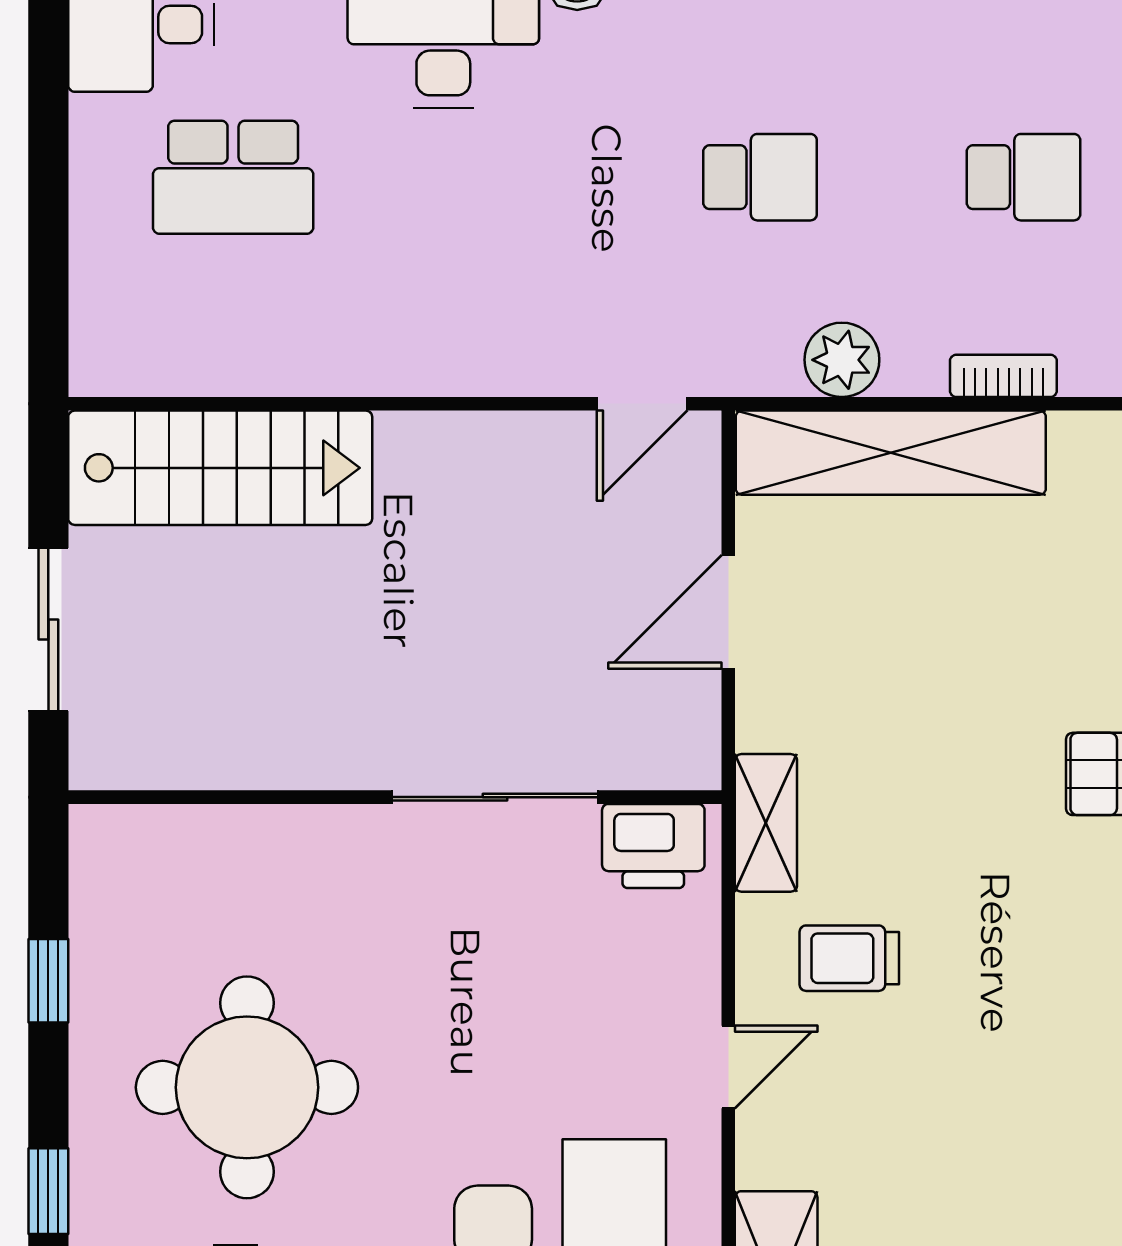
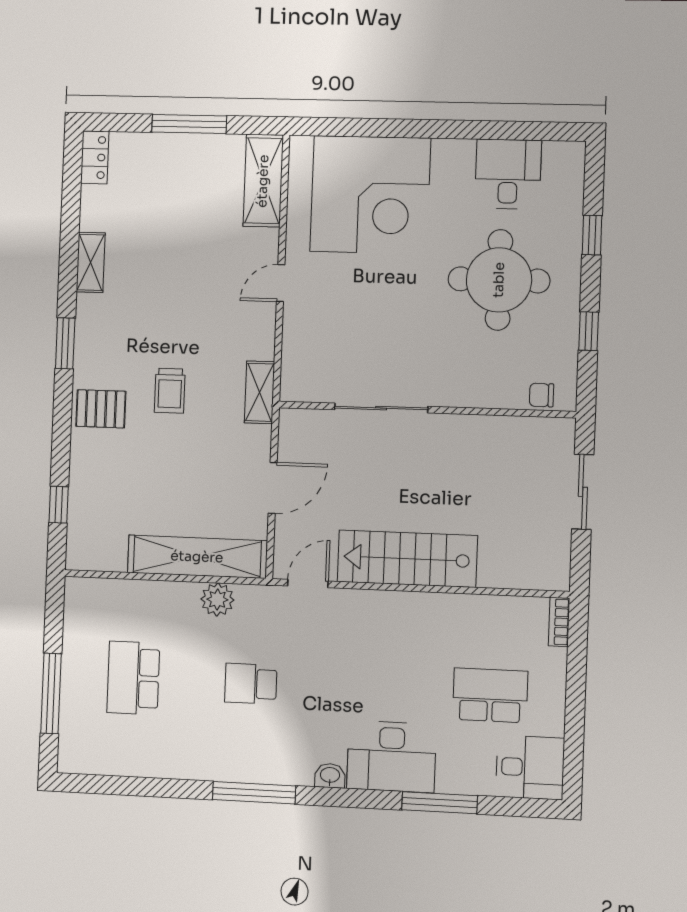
school desk: (1024, 177) -> (133, 678), width x1.85
bookcase: (1003, 376) -> (559, 622), moved, turned 90
stairs: (220, 468) -> (407, 559), moved
chair: (145, 838) -> (542, 395), added
printer: (653, 846) -> (310, 384), removed
trolley: (849, 958) -> (170, 391), moved, turned 90

